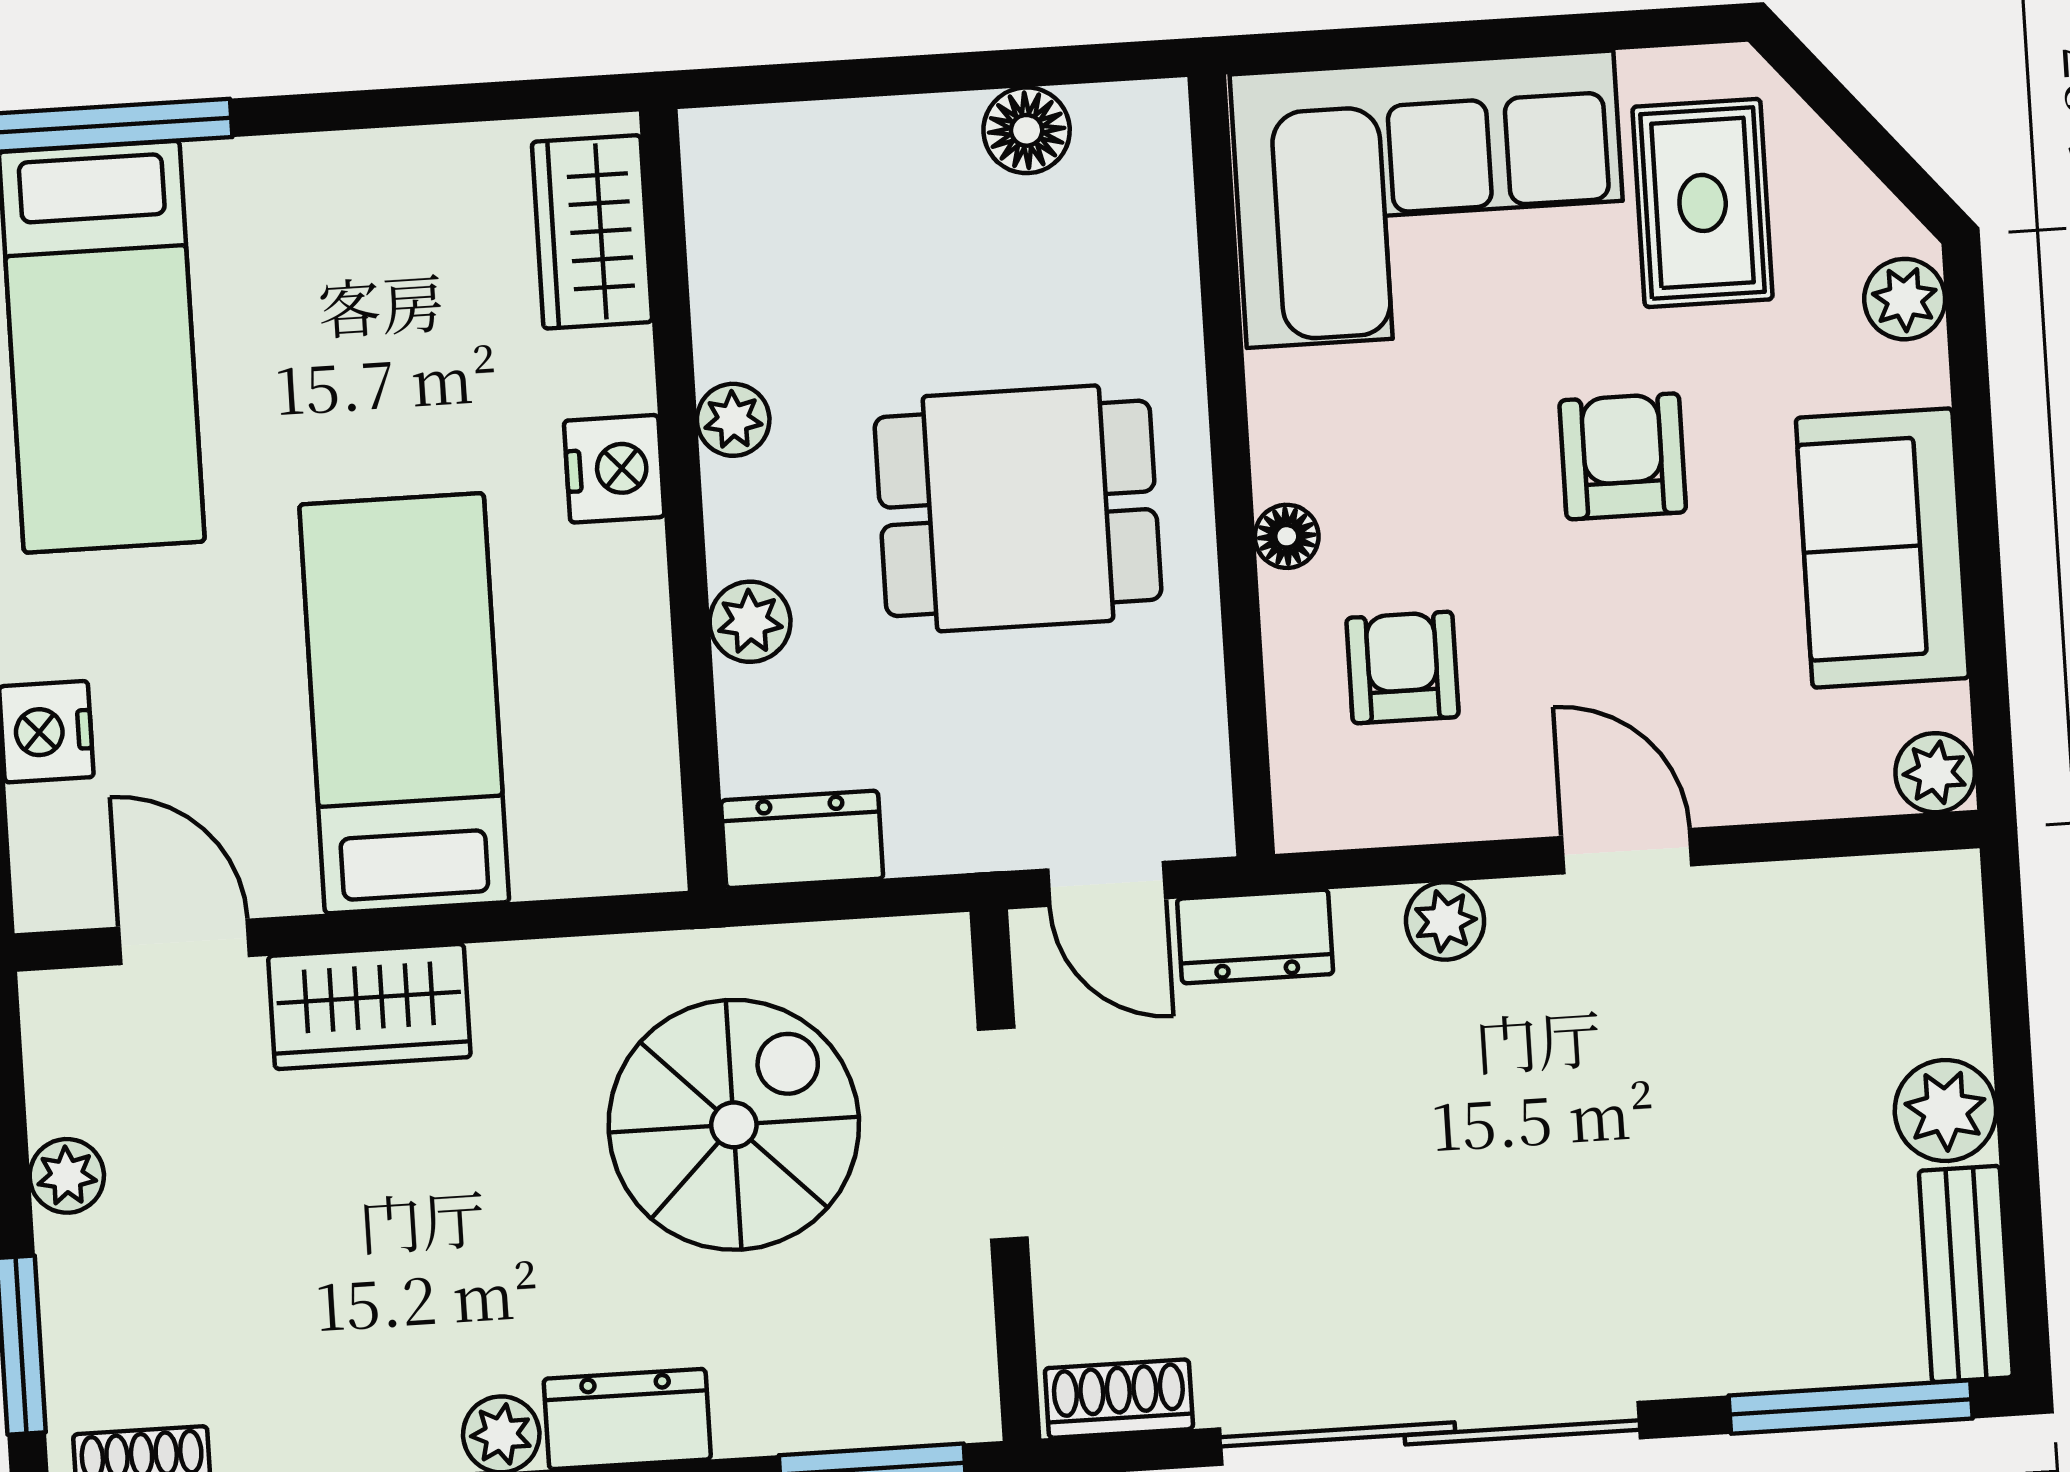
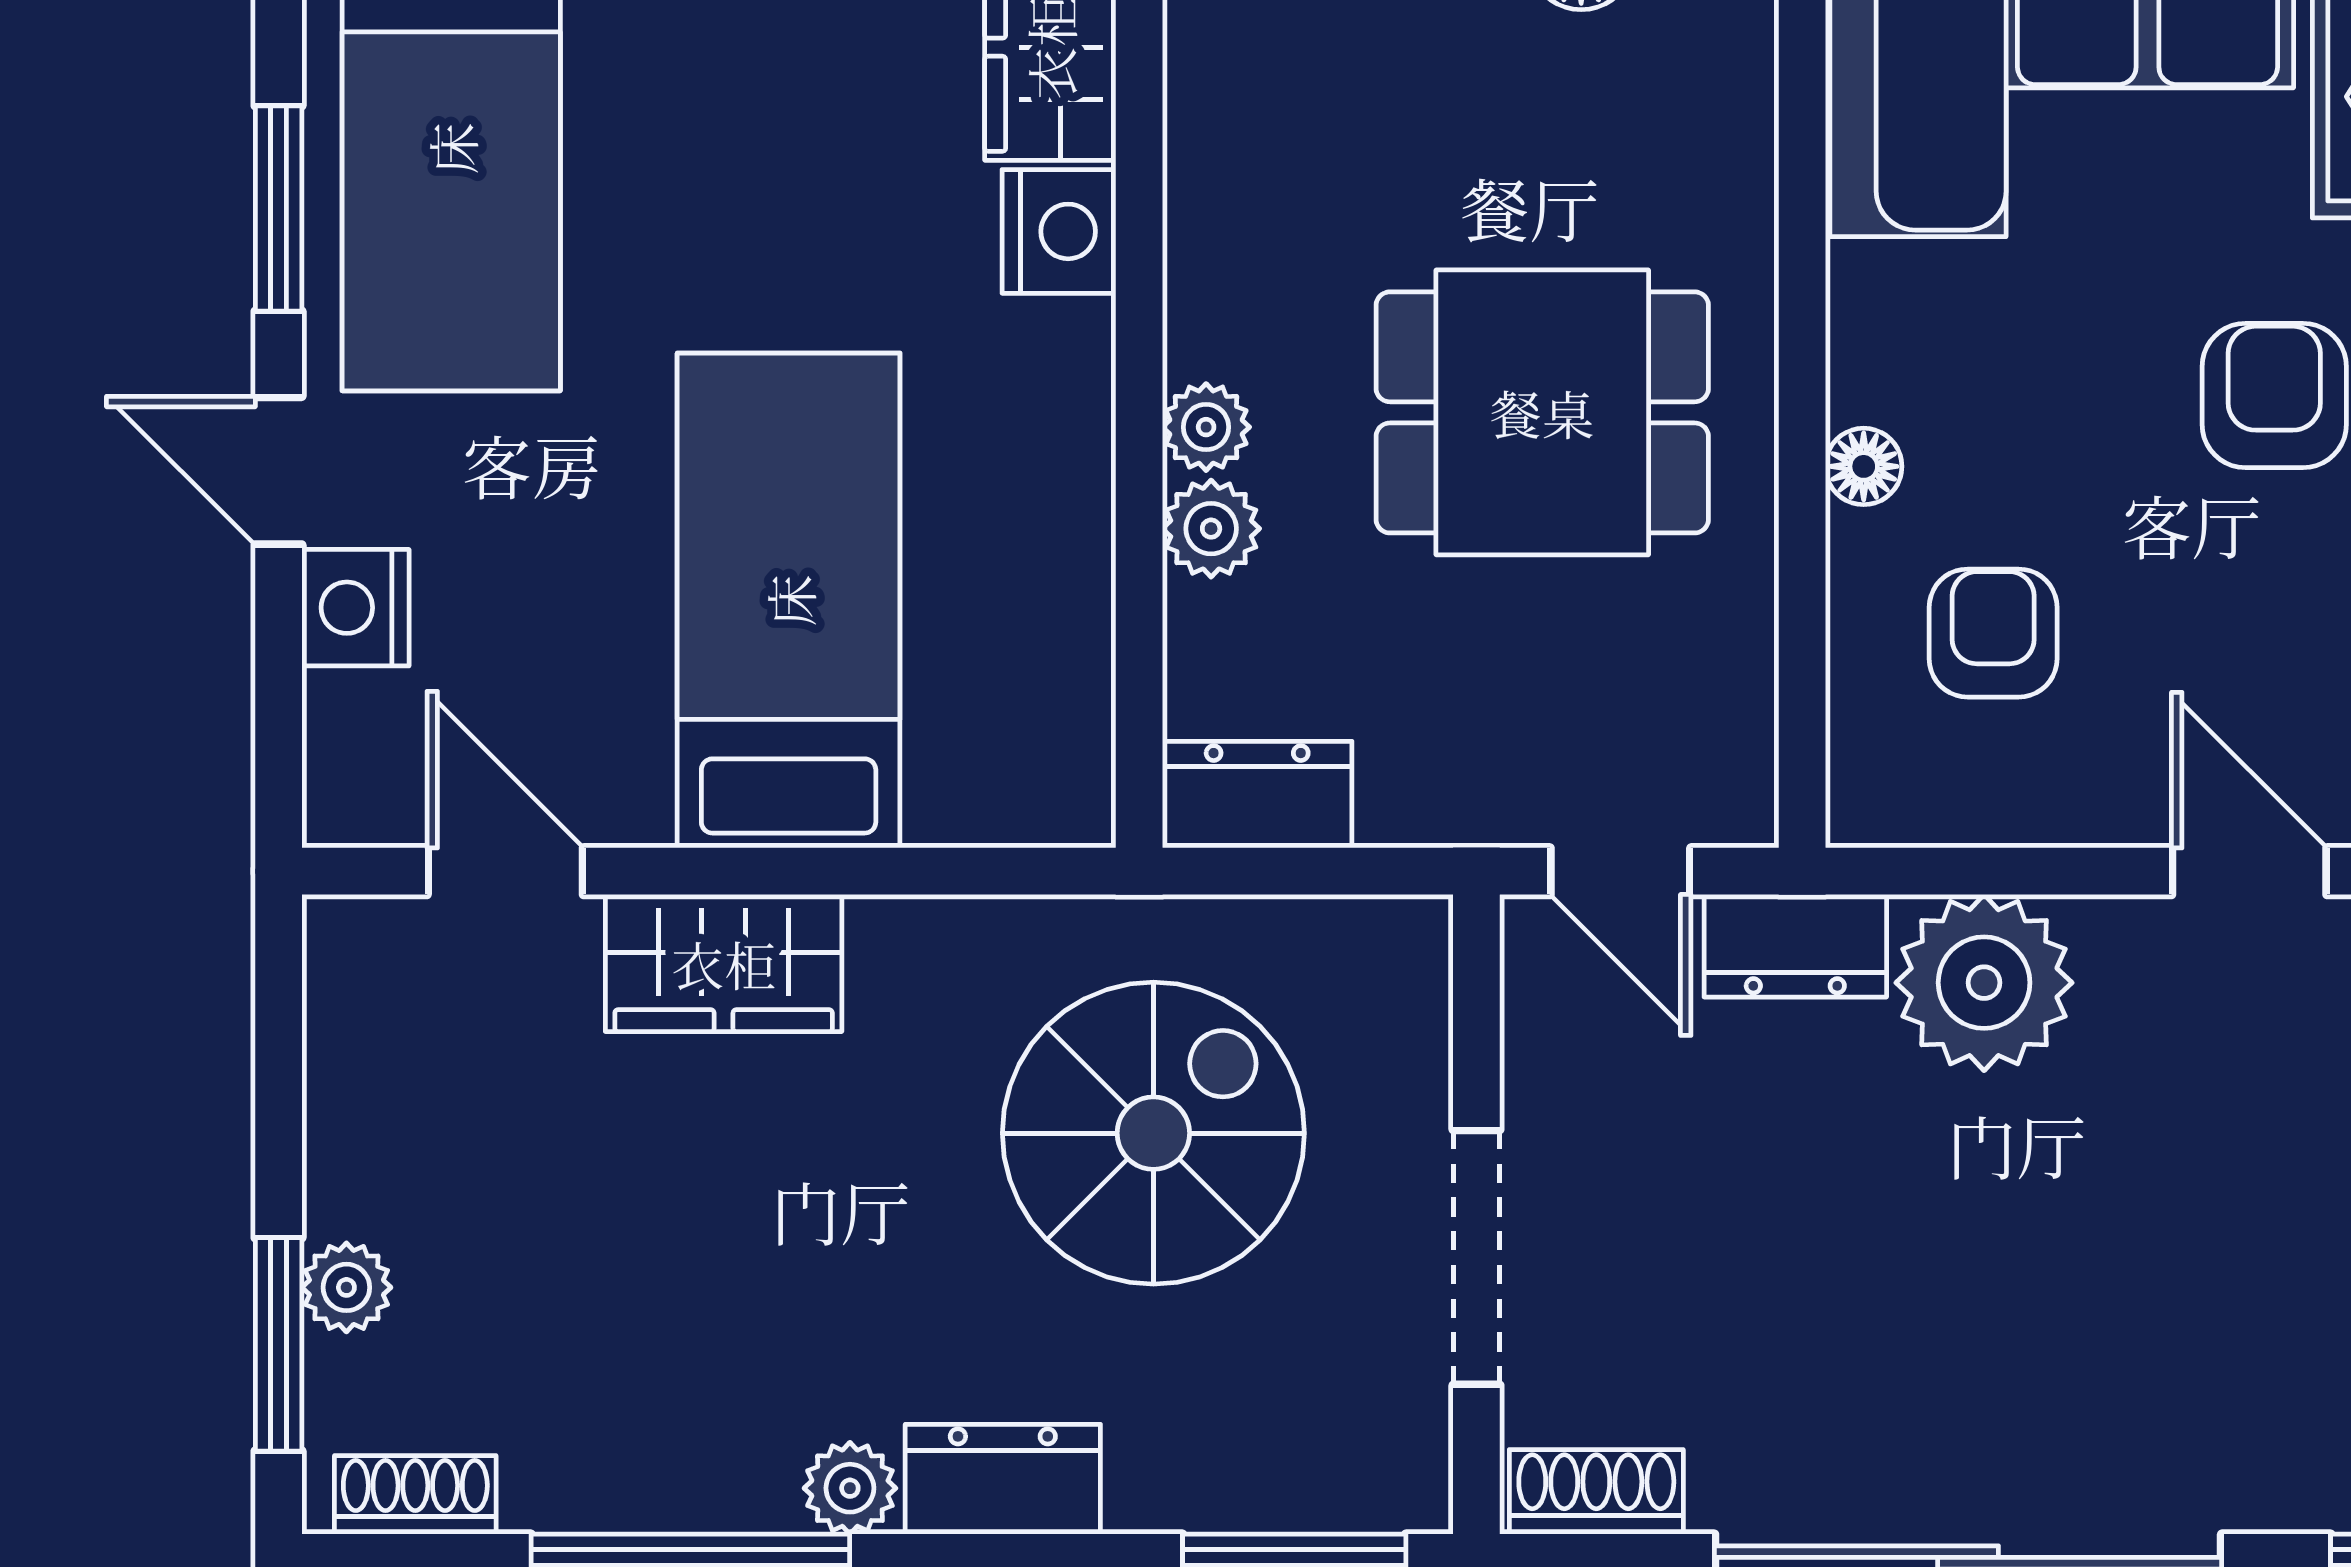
plant: (733, 420) -> (1206, 427), moved
nightstand: (614, 469) -> (1059, 231), moved
plant: (1445, 921) -> (1984, 983), width x1.87, depth x1.87
doorway: (1003, 1134) -> (1476, 1257), moved
plant: (67, 1176) -> (346, 1287), moved

